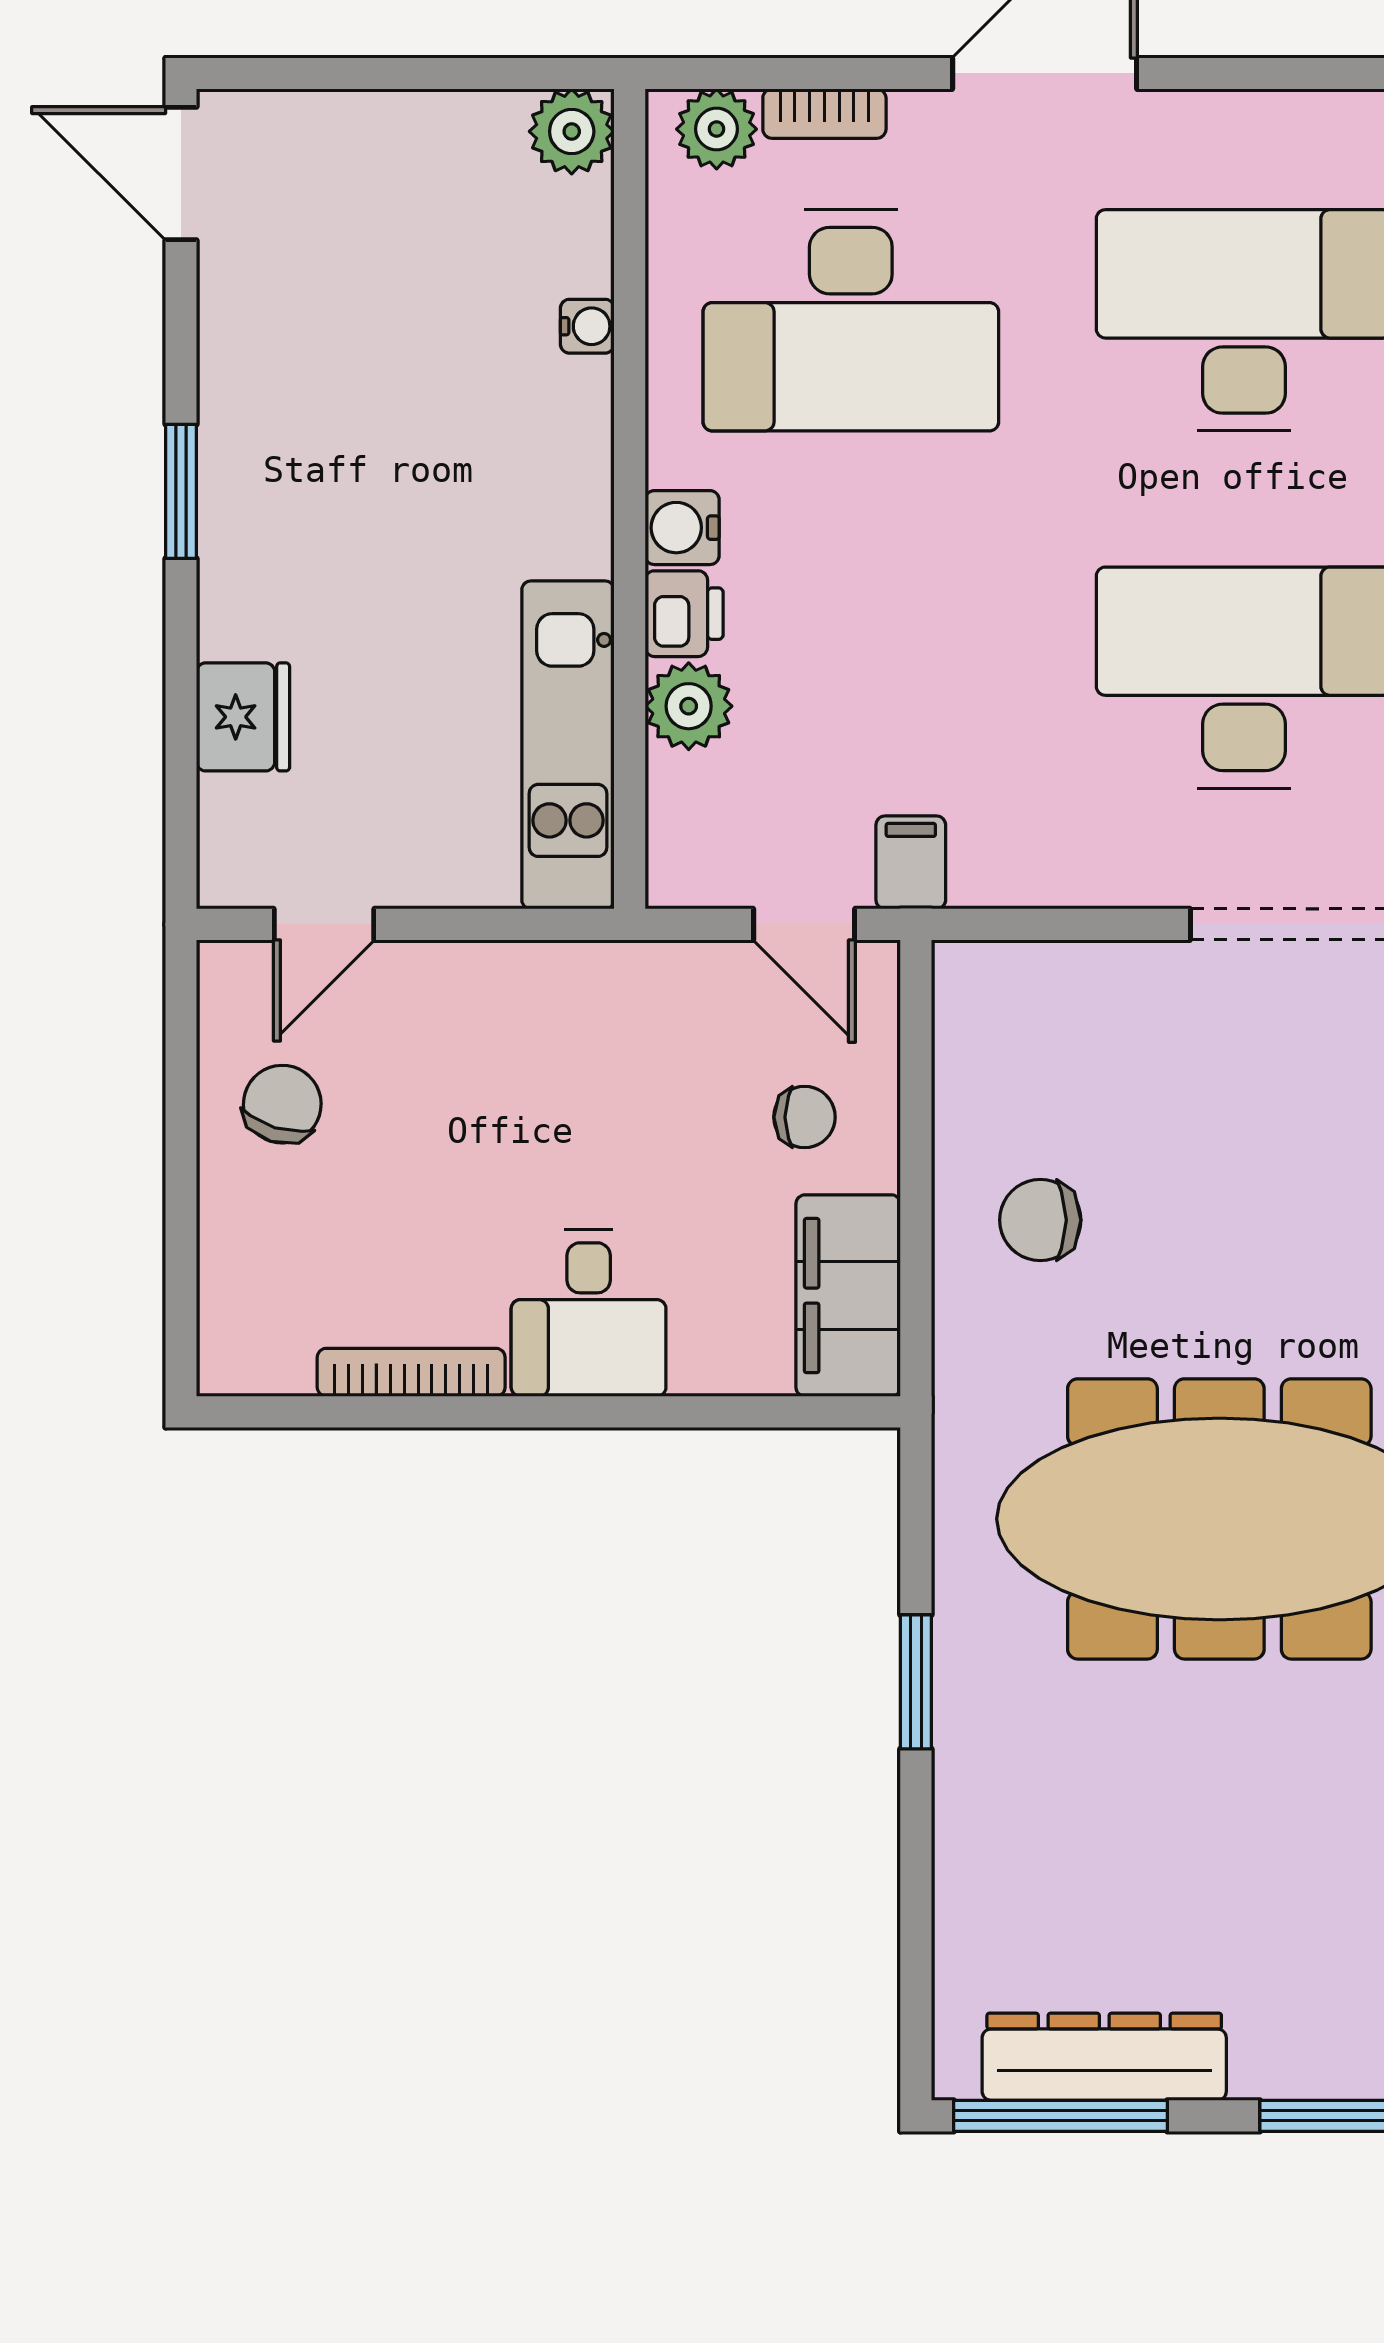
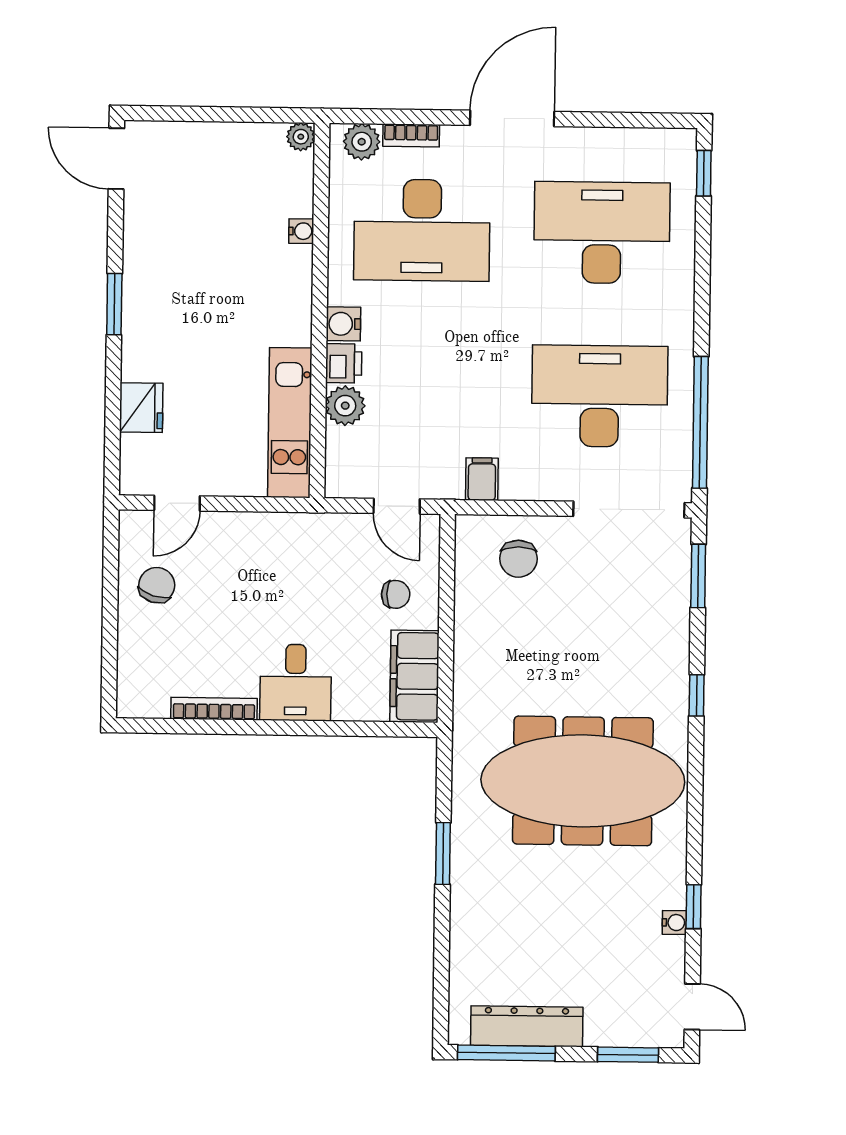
plant: (572, 131) -> (301, 137), width x0.73, depth x0.73
filing cabinet: (911, 862) -> (482, 479), moved
chair: (1040, 1220) -> (518, 559), moved, turned -90

